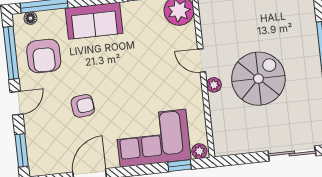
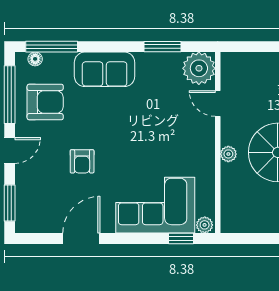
armchair: (44, 56) -> (45, 102), turned -90
door: (202, 61) -> (218, 104), moved
armchair: (83, 106) -> (82, 161), turned 97

